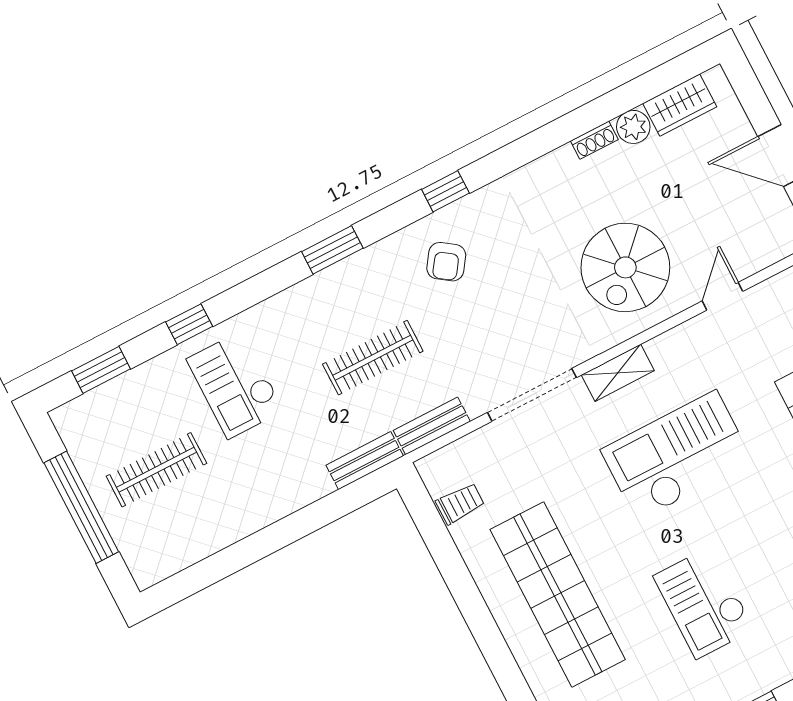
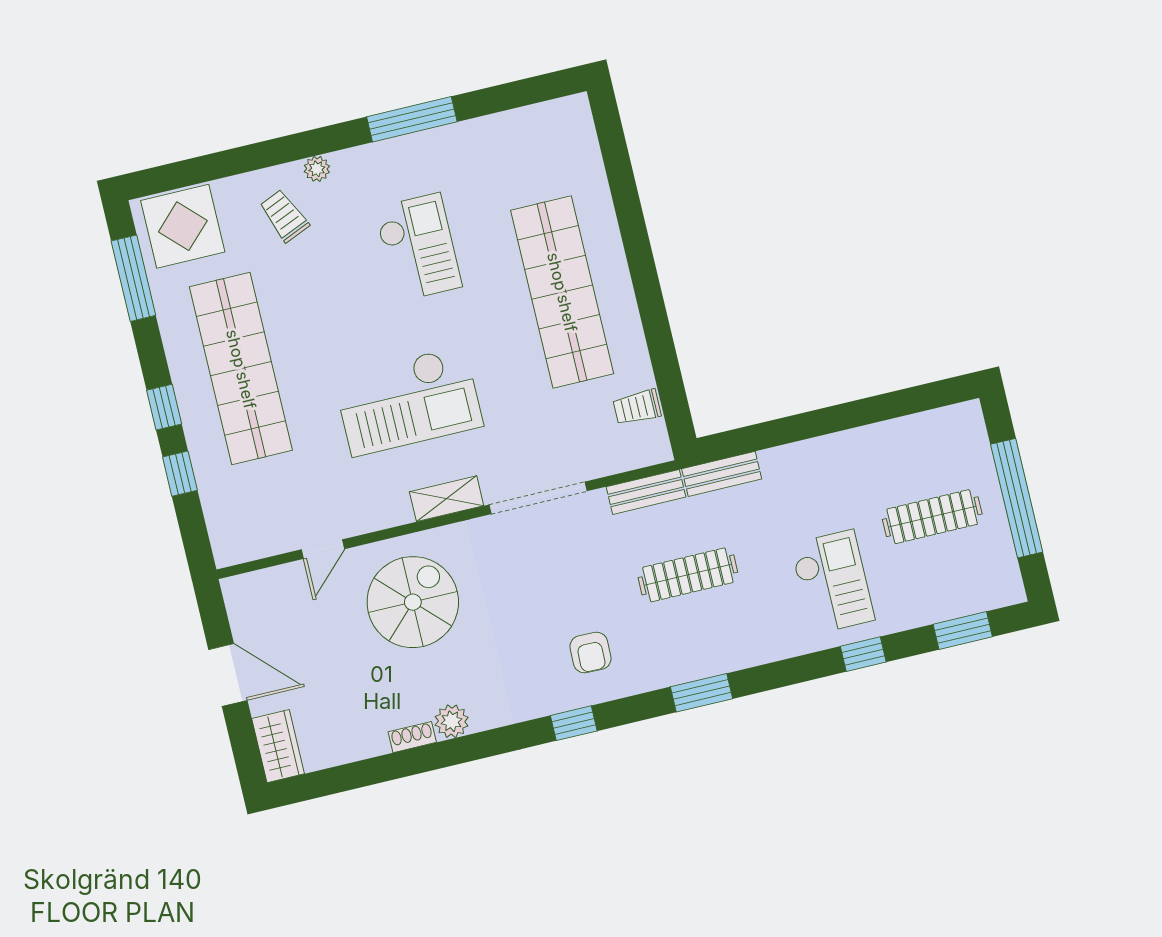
wardrobe: (680, 105) -> (278, 746), moved, turned 90
plant: (633, 127) -> (452, 721), moved
armchair: (446, 262) -> (591, 653), turned 146

